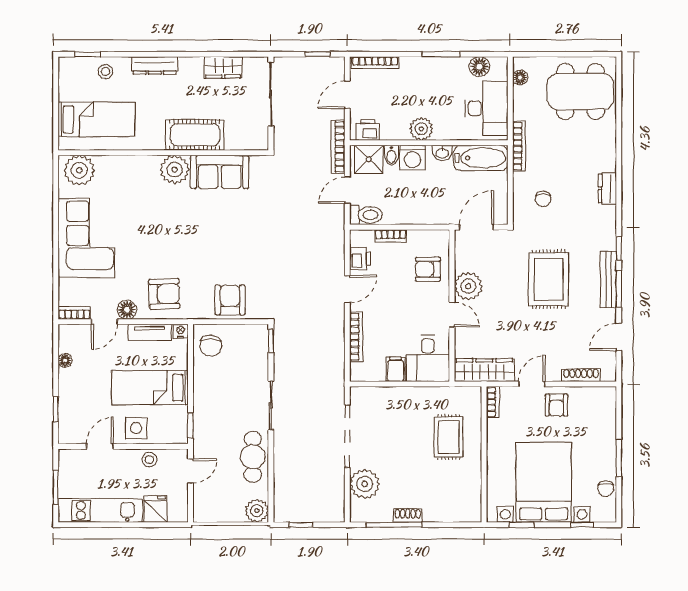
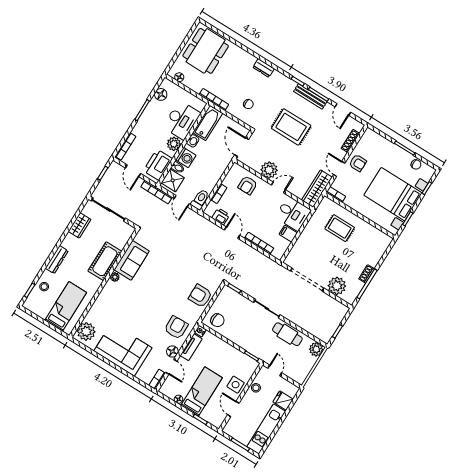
desk: (486, 108) -> (182, 120), moved, turned 90
printer: (368, 130) -> (158, 165), width x1.87, depth x1.48
plant: (175, 170) -> (115, 277), width x0.53, depth x0.53
bed: (150, 388) -> (202, 392), moved, turned 180

